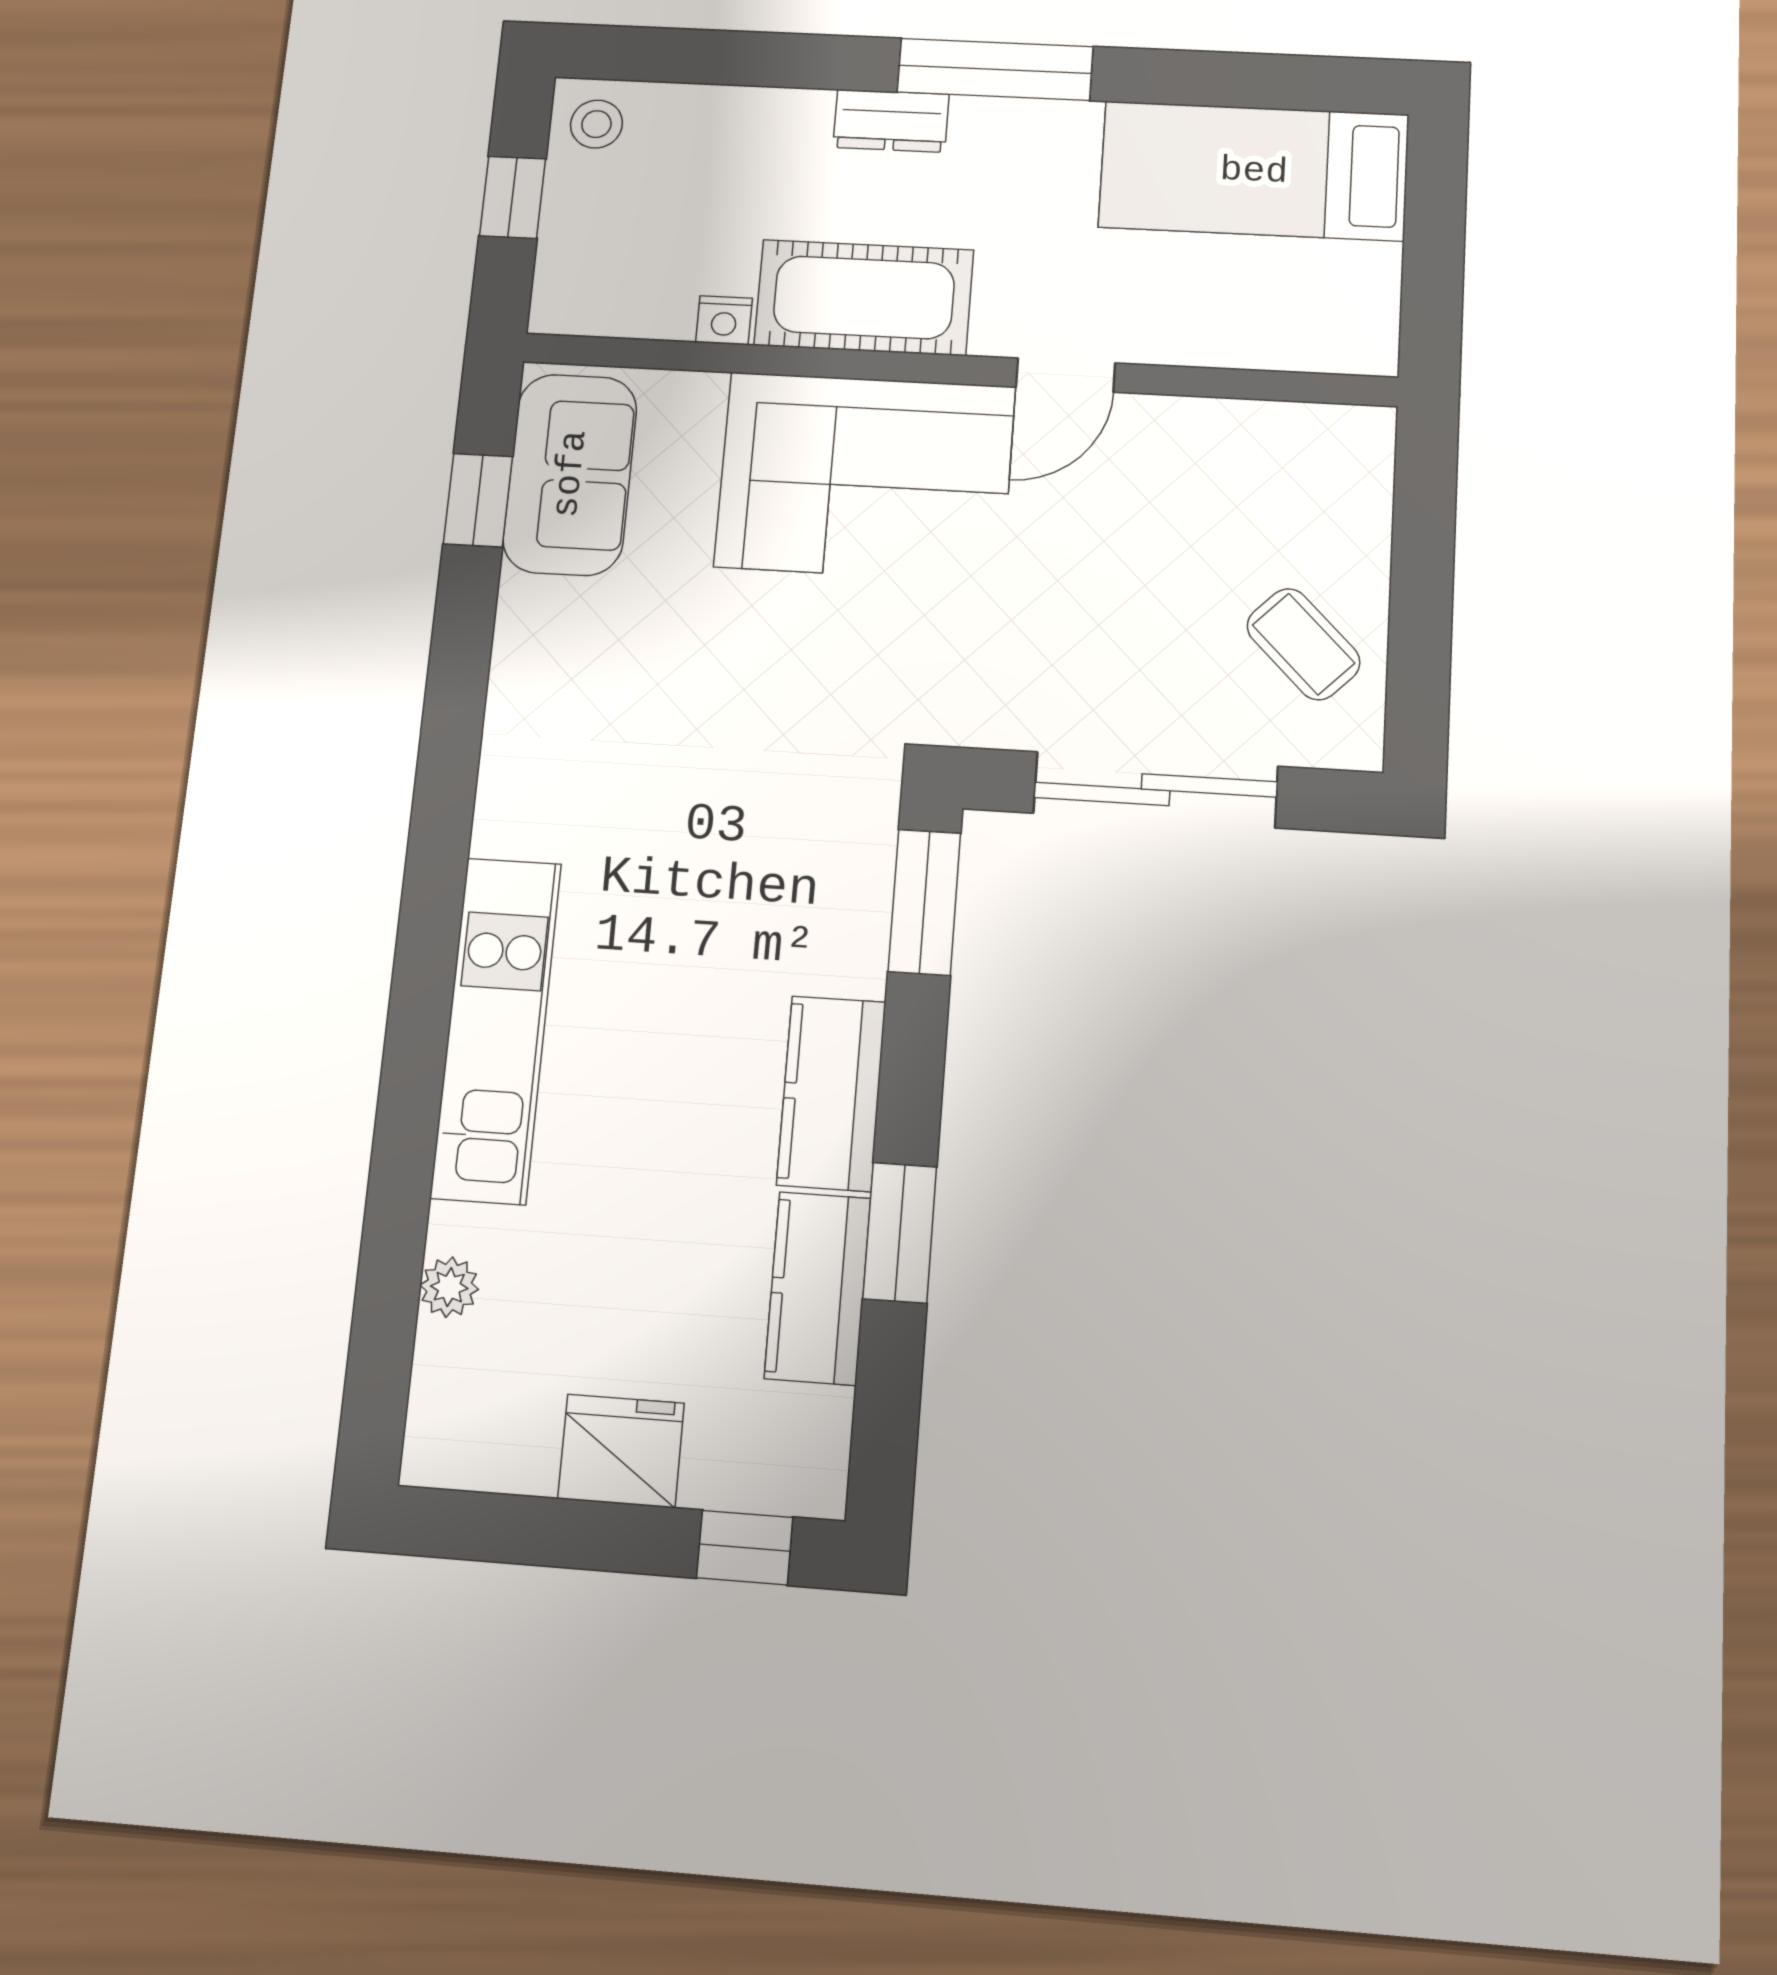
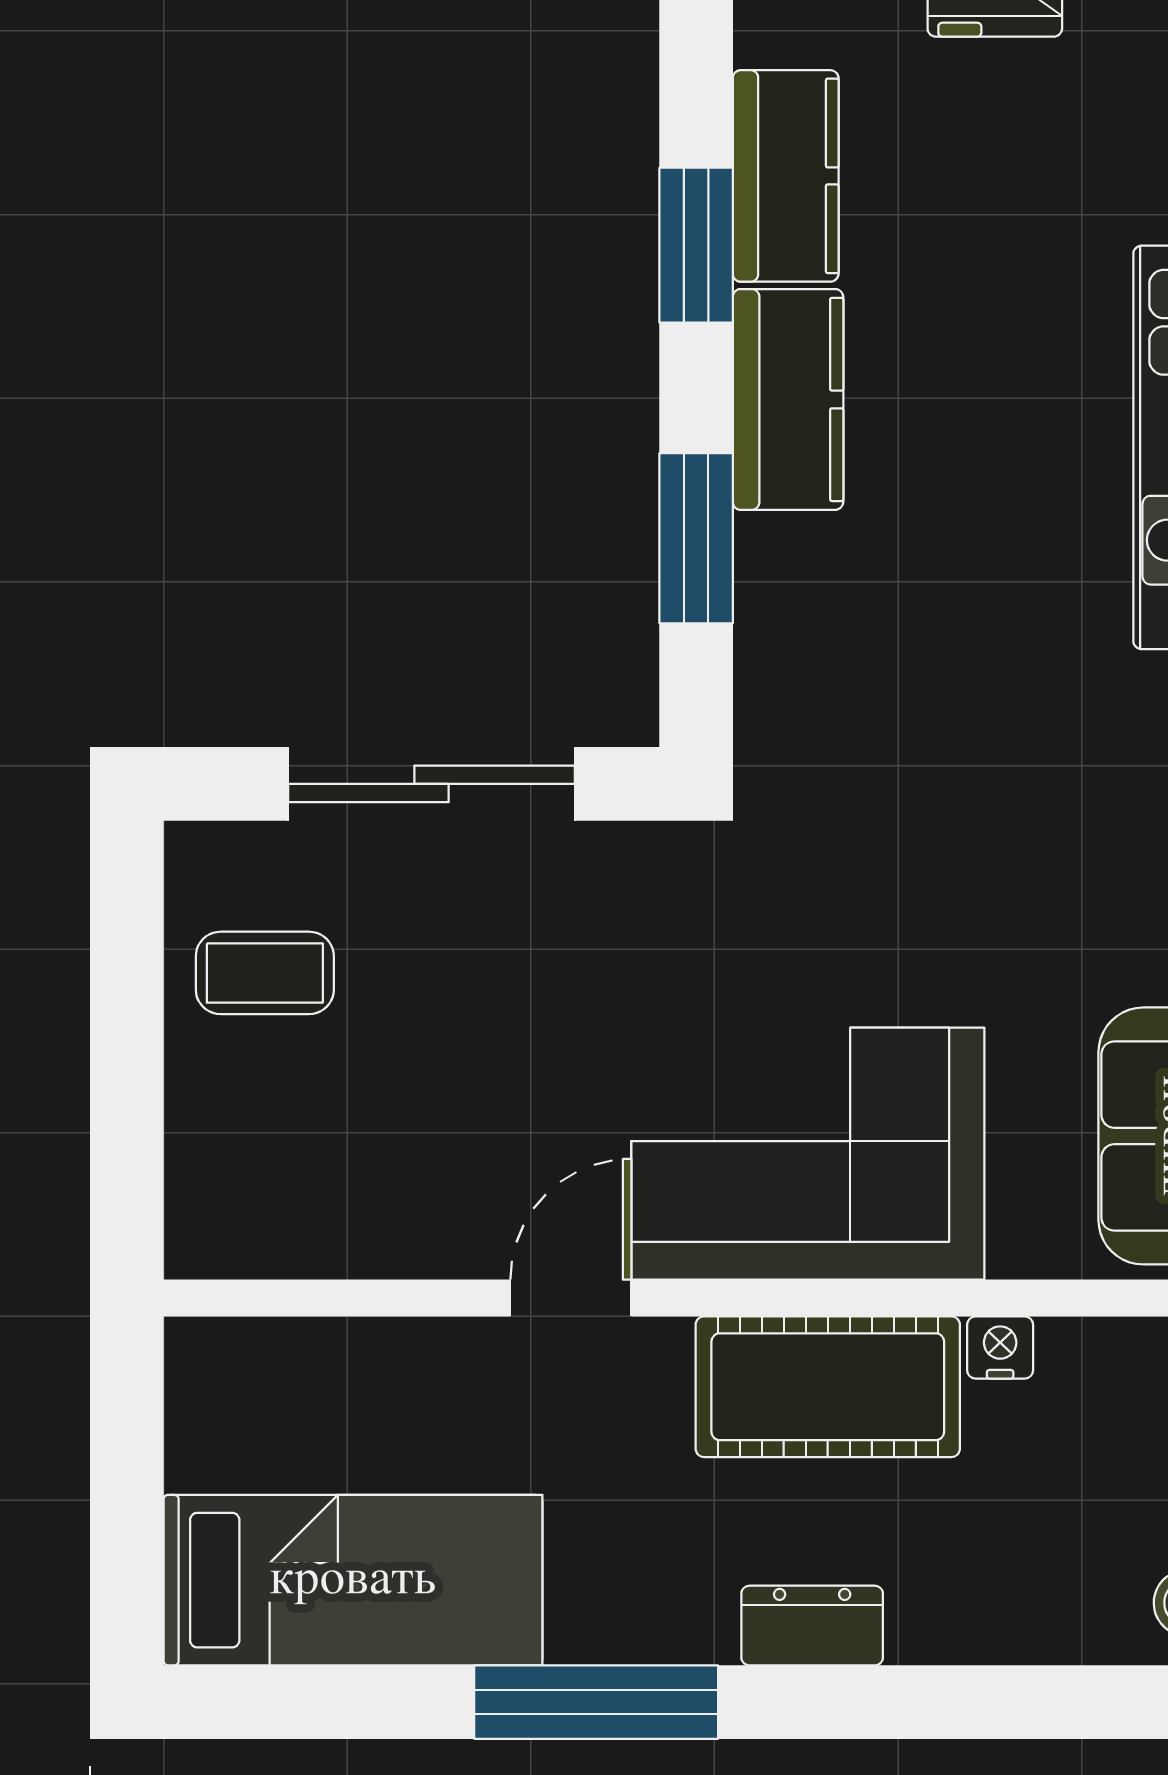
window: (995, 69) -> (596, 1702), moved
coffee table: (1303, 644) -> (265, 973), turned -45
window: (924, 902) -> (696, 538), moved

